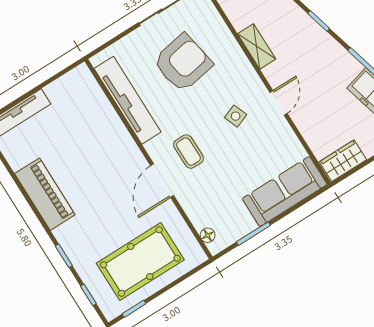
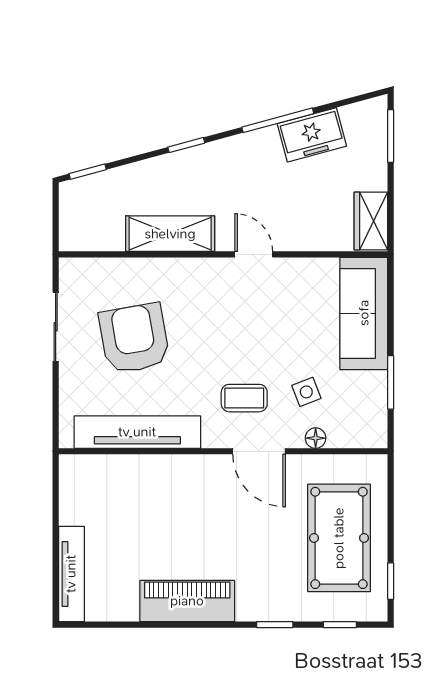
shelving: (257, 46) -> (170, 234), width x1.50, depth x1.33
side table: (236, 116) -> (306, 392), moved
floor lamp: (208, 235) -> (316, 438), moved

